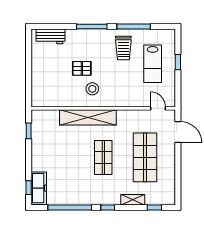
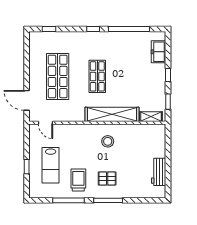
workbench: (50, 36) -> (159, 172), moved, turned -90
lab bench: (153, 64) -> (51, 165), turned 180
pallet: (82, 68) -> (107, 178), moved
window: (29, 188) -> (168, 75), moved
freezer: (39, 188) -> (158, 52), width x0.71
shelving: (133, 200) -> (151, 117), moved

